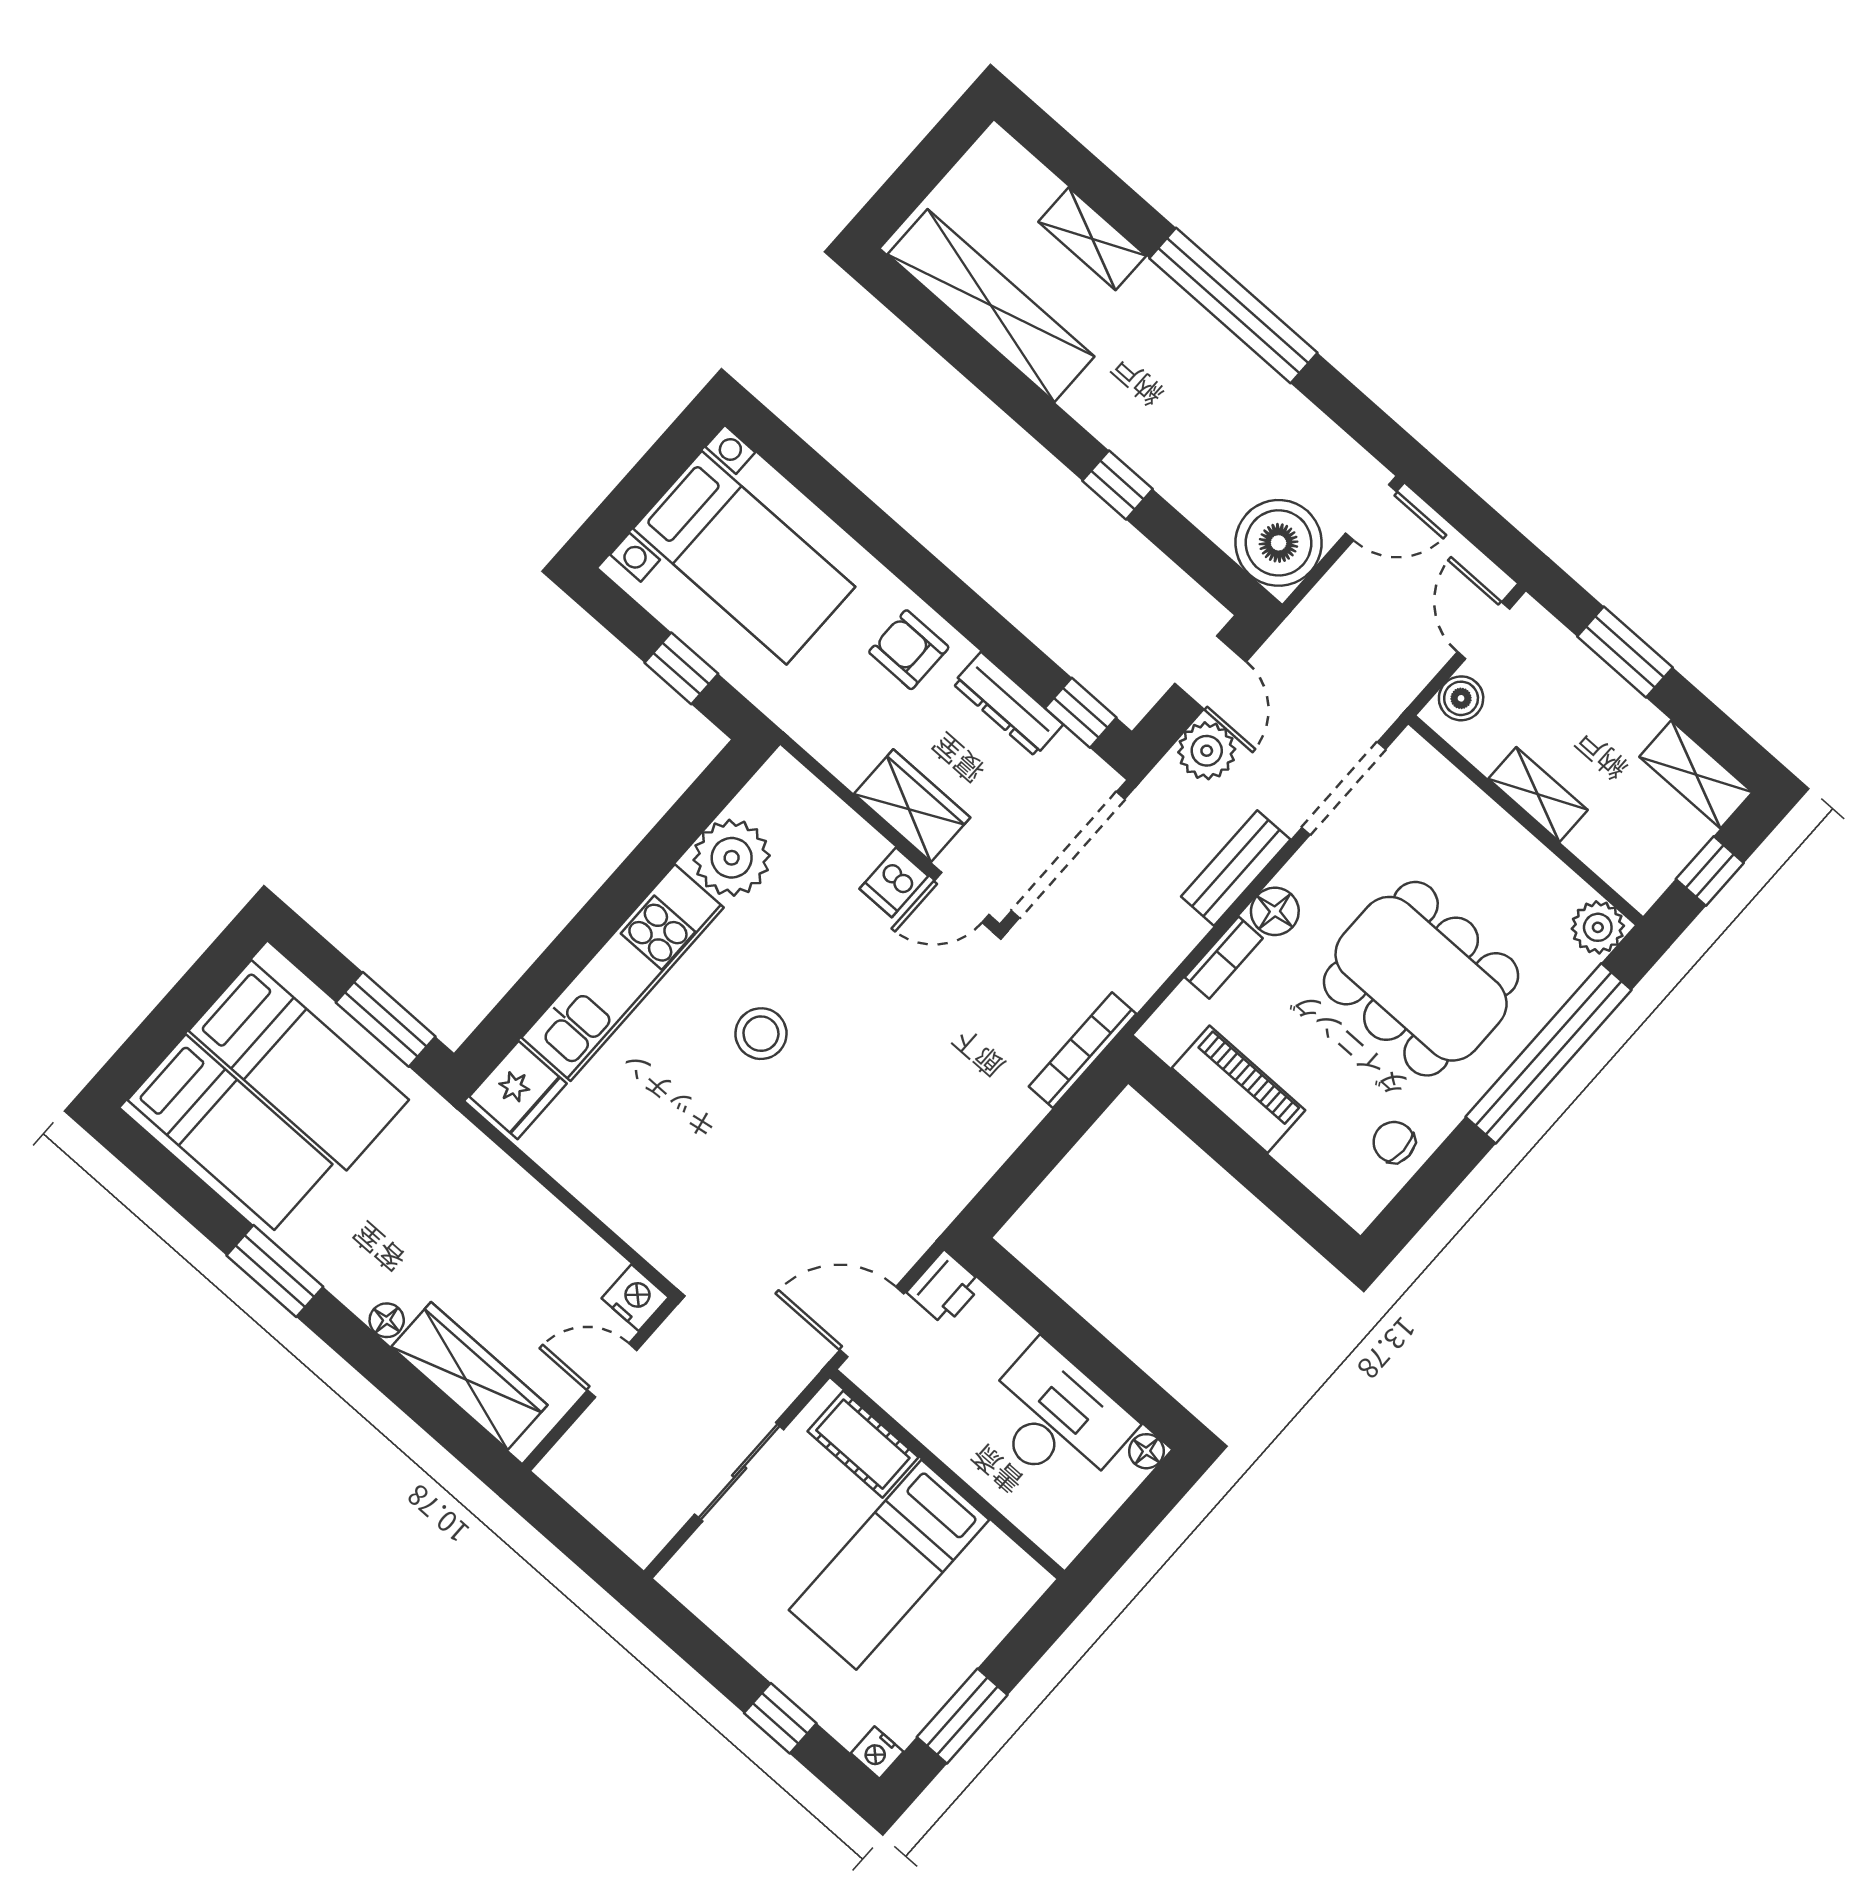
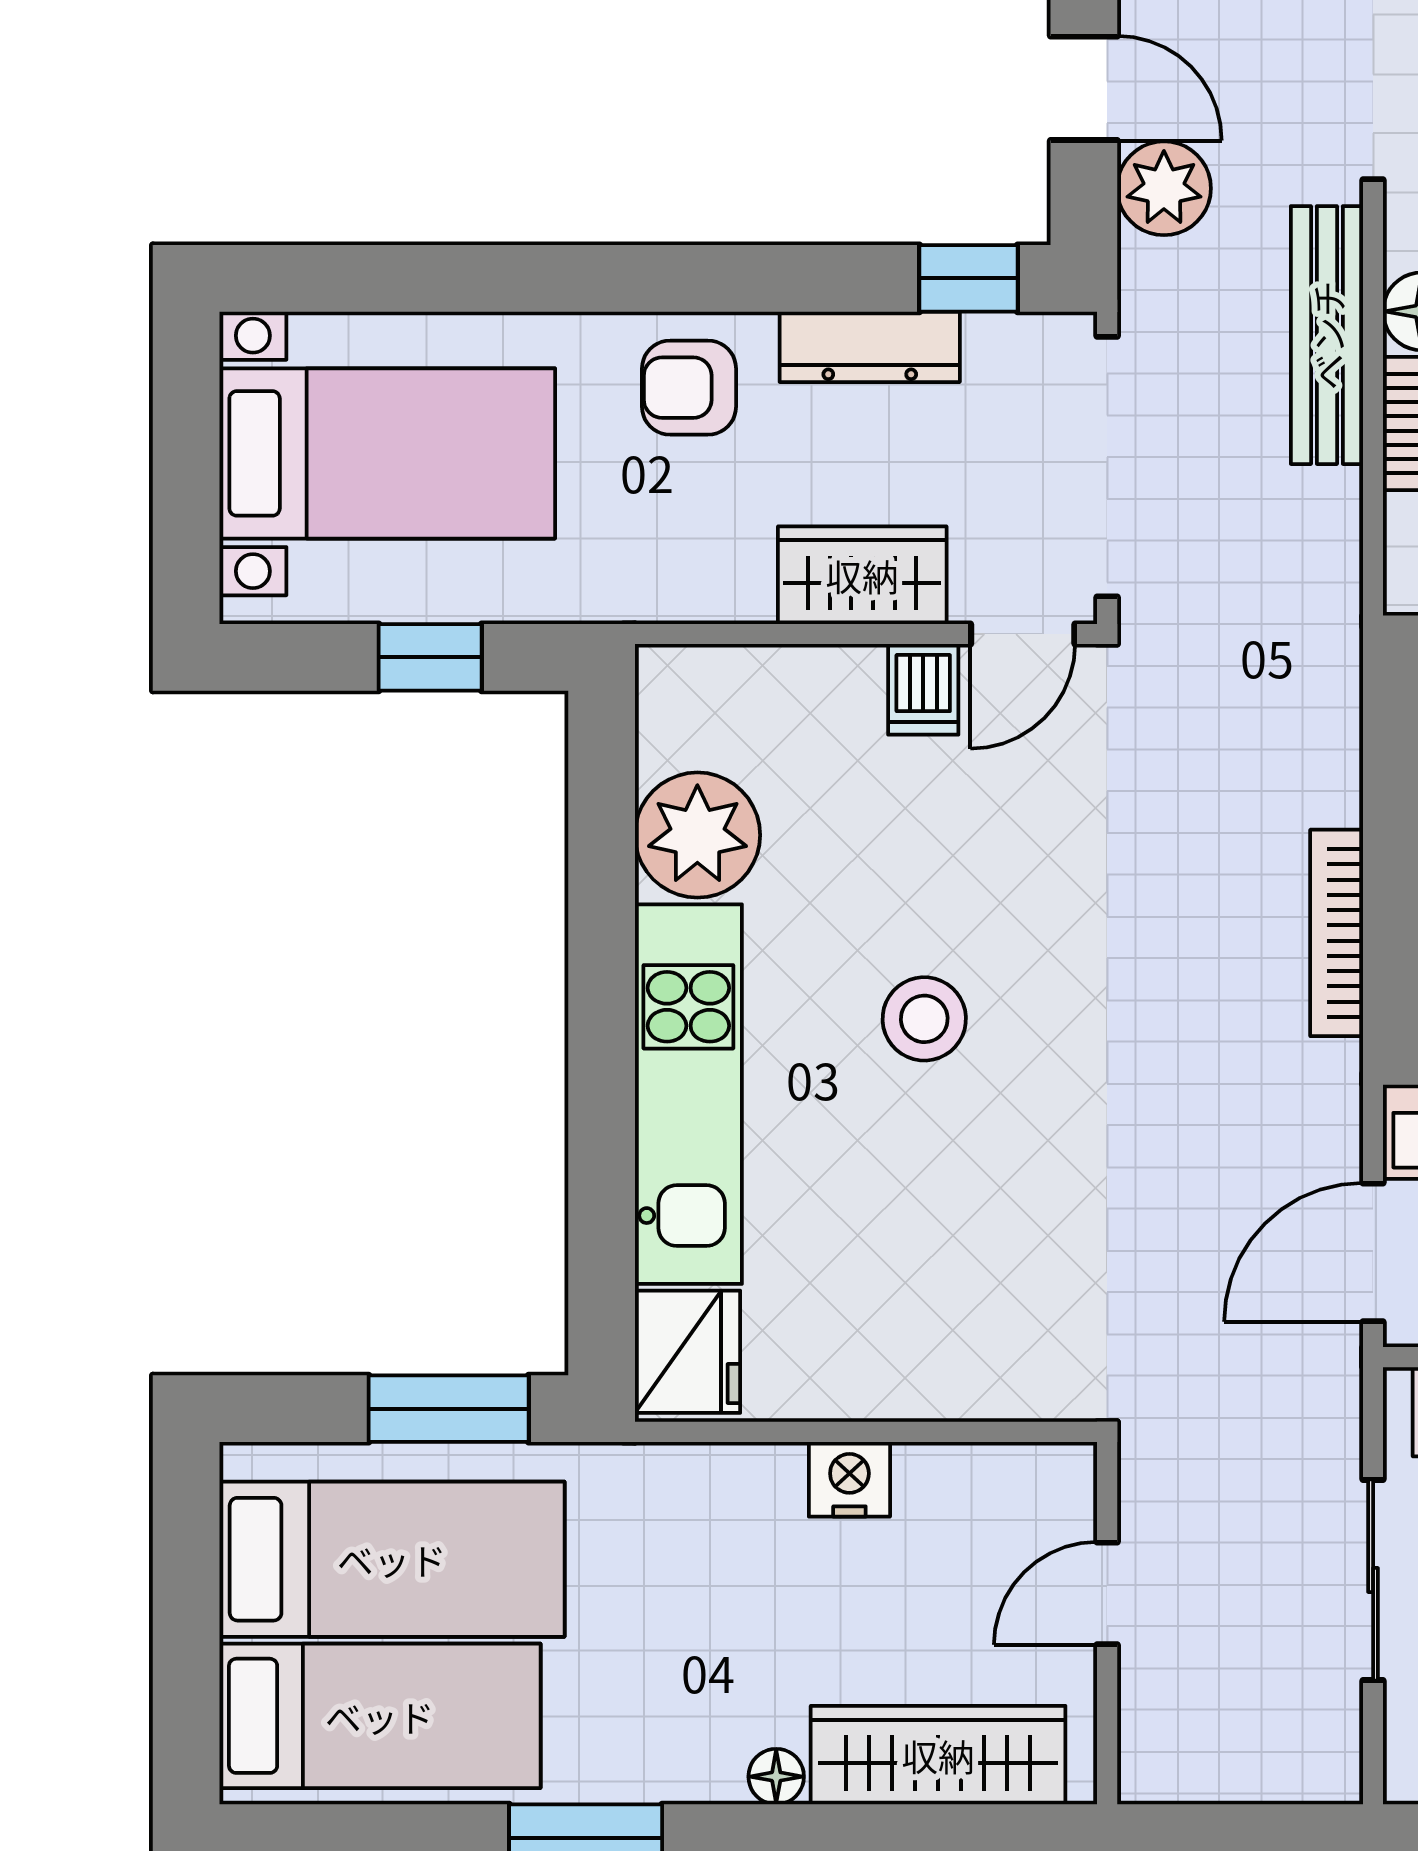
bench: (1236, 868) -> (1327, 335), width x1.36
bookcase: (1083, 1050) -> (1337, 933), moved
nightstand: (635, 1298) -> (849, 1479), moved

